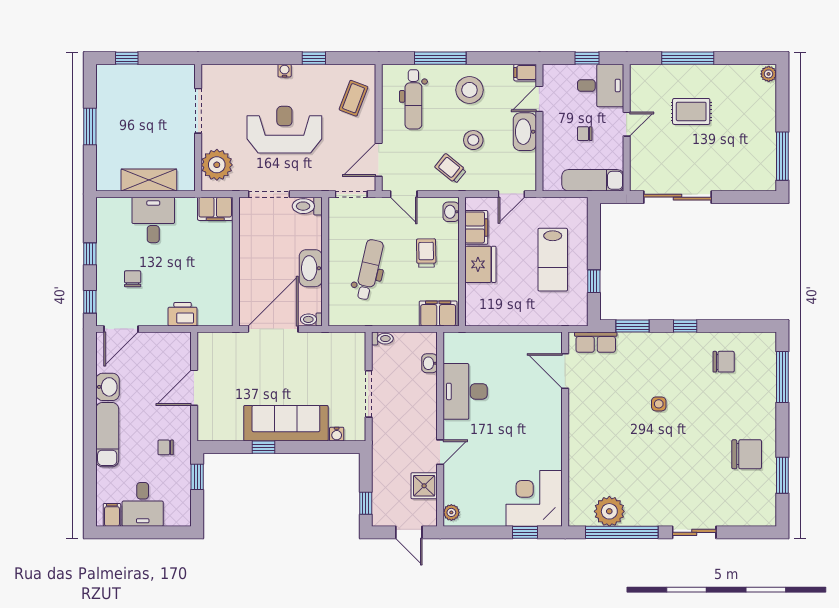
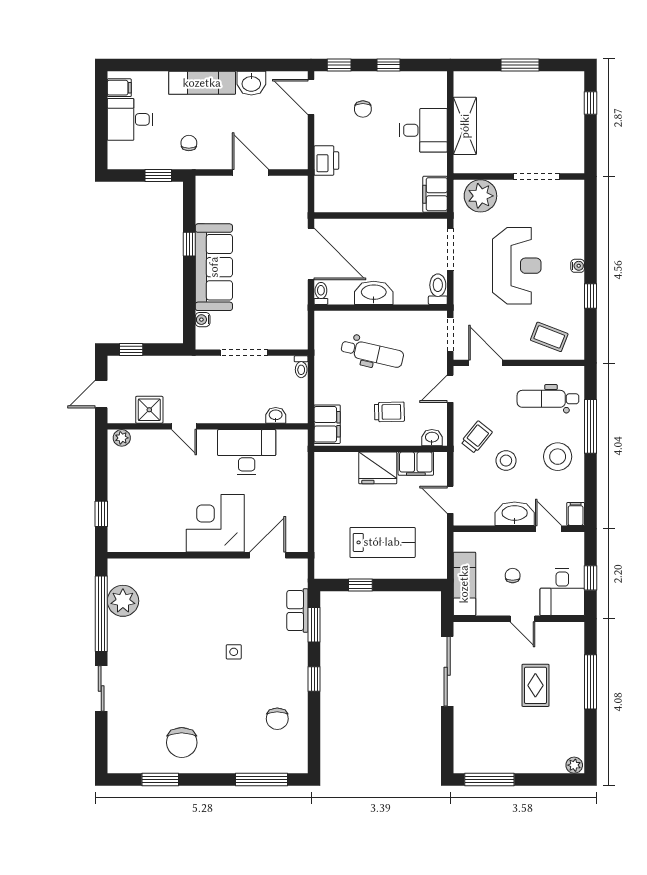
lab bench: (553, 260) -> (383, 542), turned 180
chair: (133, 279) -> (363, 109), turned 90
row of seats: (596, 342) -> (297, 611), moved
corner desk: (534, 498) -> (215, 523), moved, turned -90

